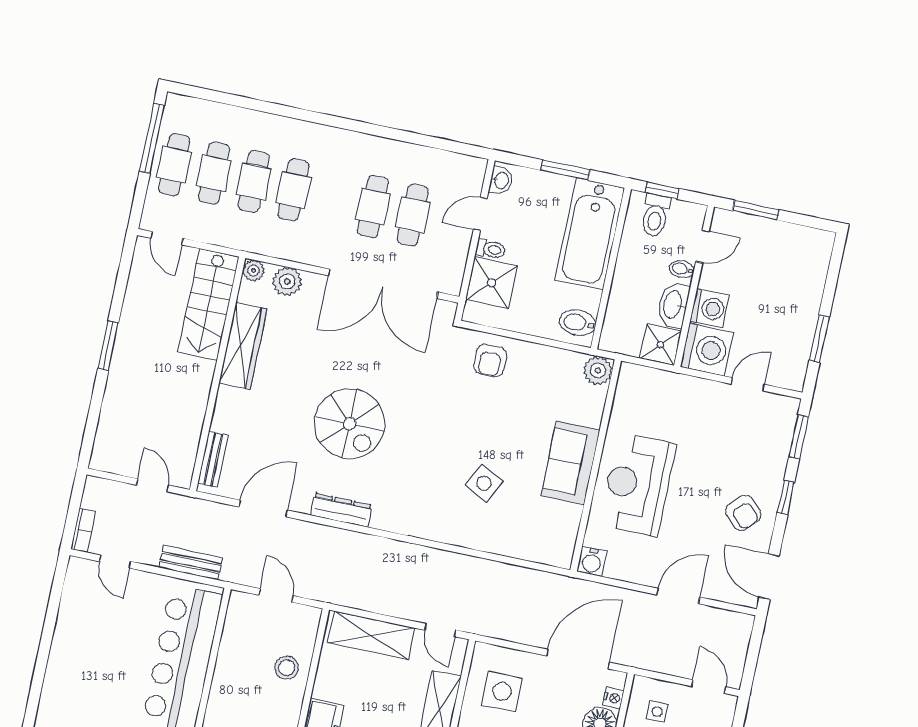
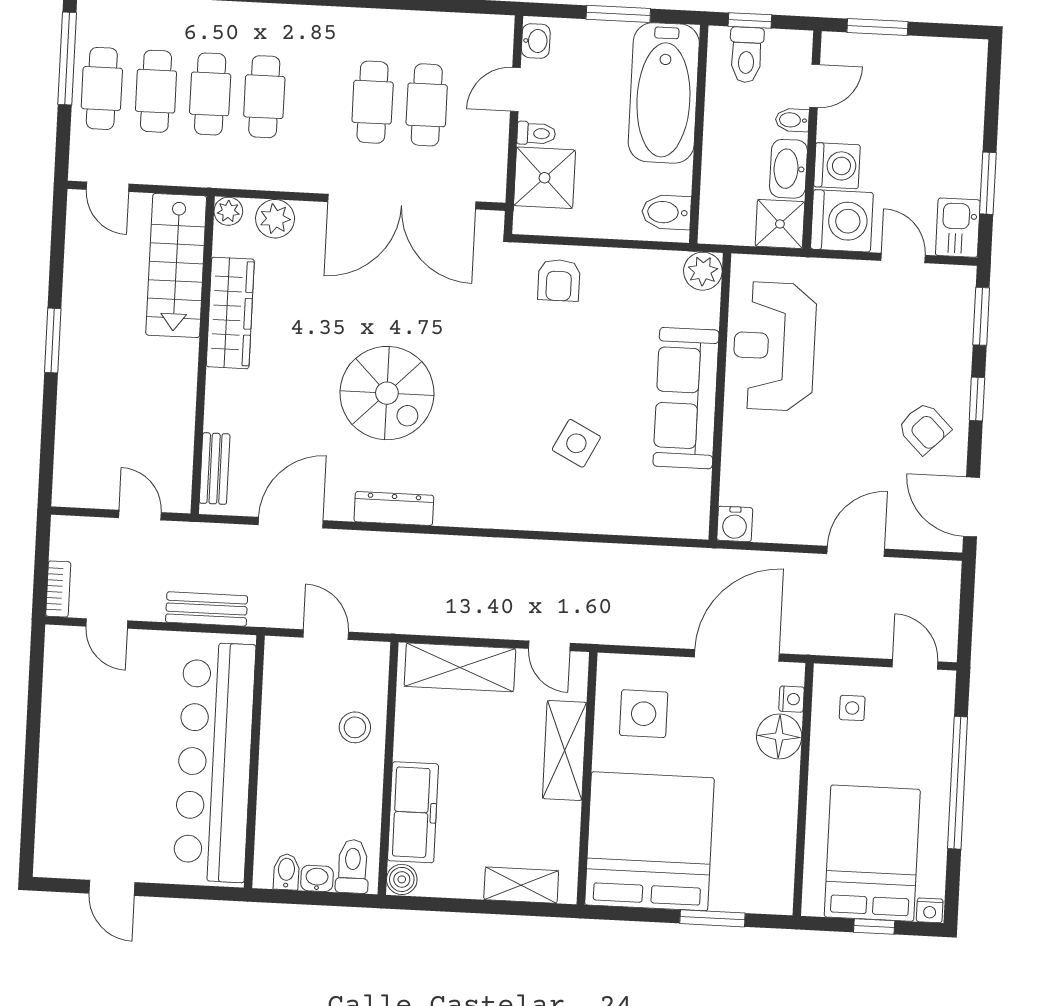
kitchen sink: (792, 368) -> (958, 228), added
door: (748, 384) -> (903, 258), hinge flipped
sofa: (570, 463) -> (686, 398), width x1.36
reception desk: (637, 485) -> (774, 346), moved

